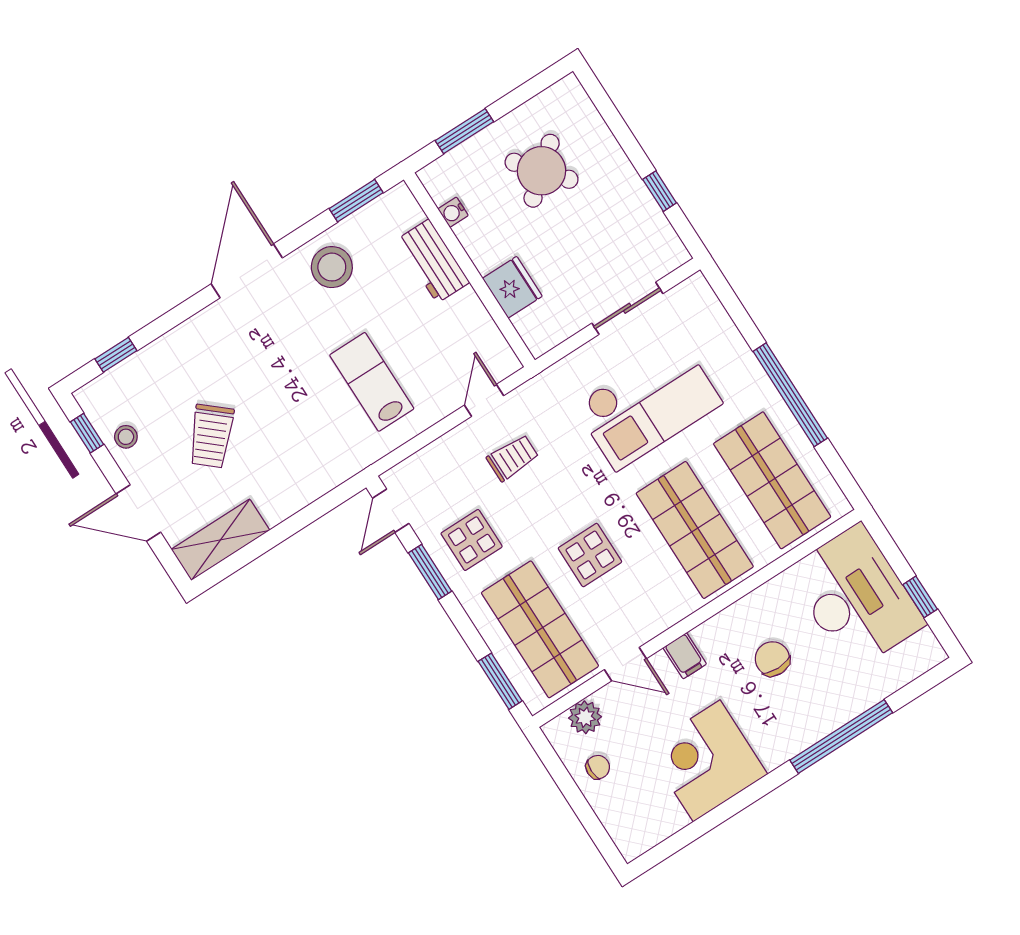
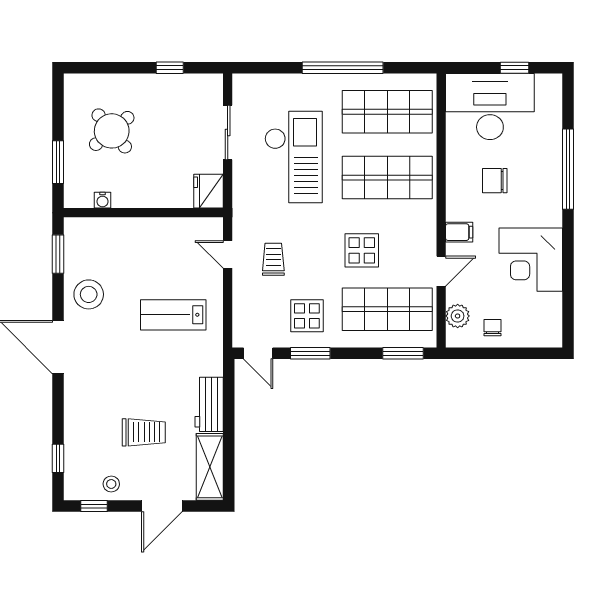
workbench: (433, 261) -> (209, 404), moved, turned 90
fridge: (512, 287) -> (209, 191), moved, turned -90
trolley: (211, 436) -> (144, 432), turned -41

